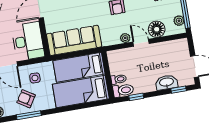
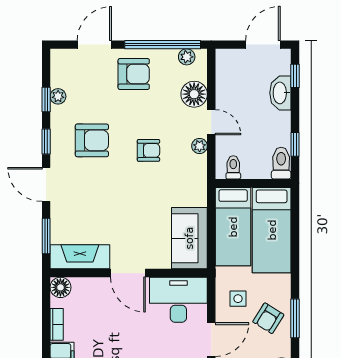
sofa: (74, 40) -> (189, 238), width x0.73
door: (141, 43) -> (211, 122), swing flipped
toilet: (119, 79) -> (233, 167), moved

